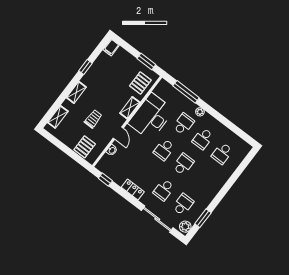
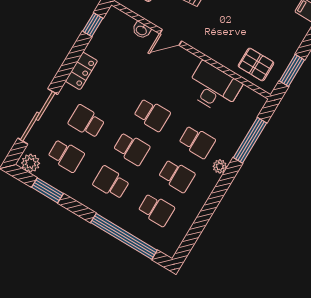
shelving: (130, 108) -> (214, 52), removed
desk: (151, 117) -> (213, 88), width x0.73, depth x0.77
school desk: (203, 139) -> (177, 176), turned 180
school desk: (164, 150) -> (152, 115), turned 180
school desk: (222, 153) -> (156, 210), turned 180
window: (236, 175) -> (124, 236), added
school desk: (203, 179) -> (111, 183), added

